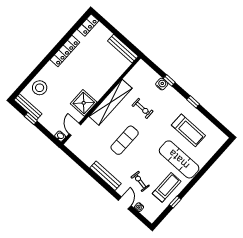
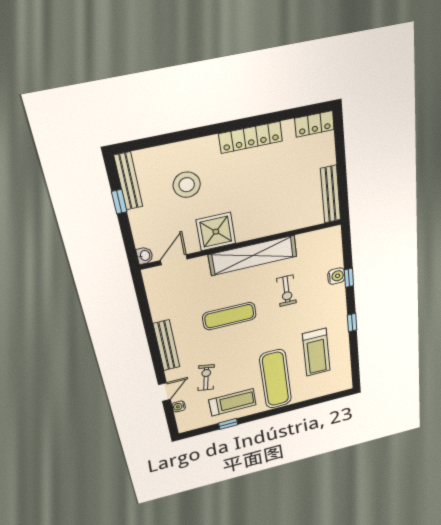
stool: (40, 88) -> (187, 185), moved

